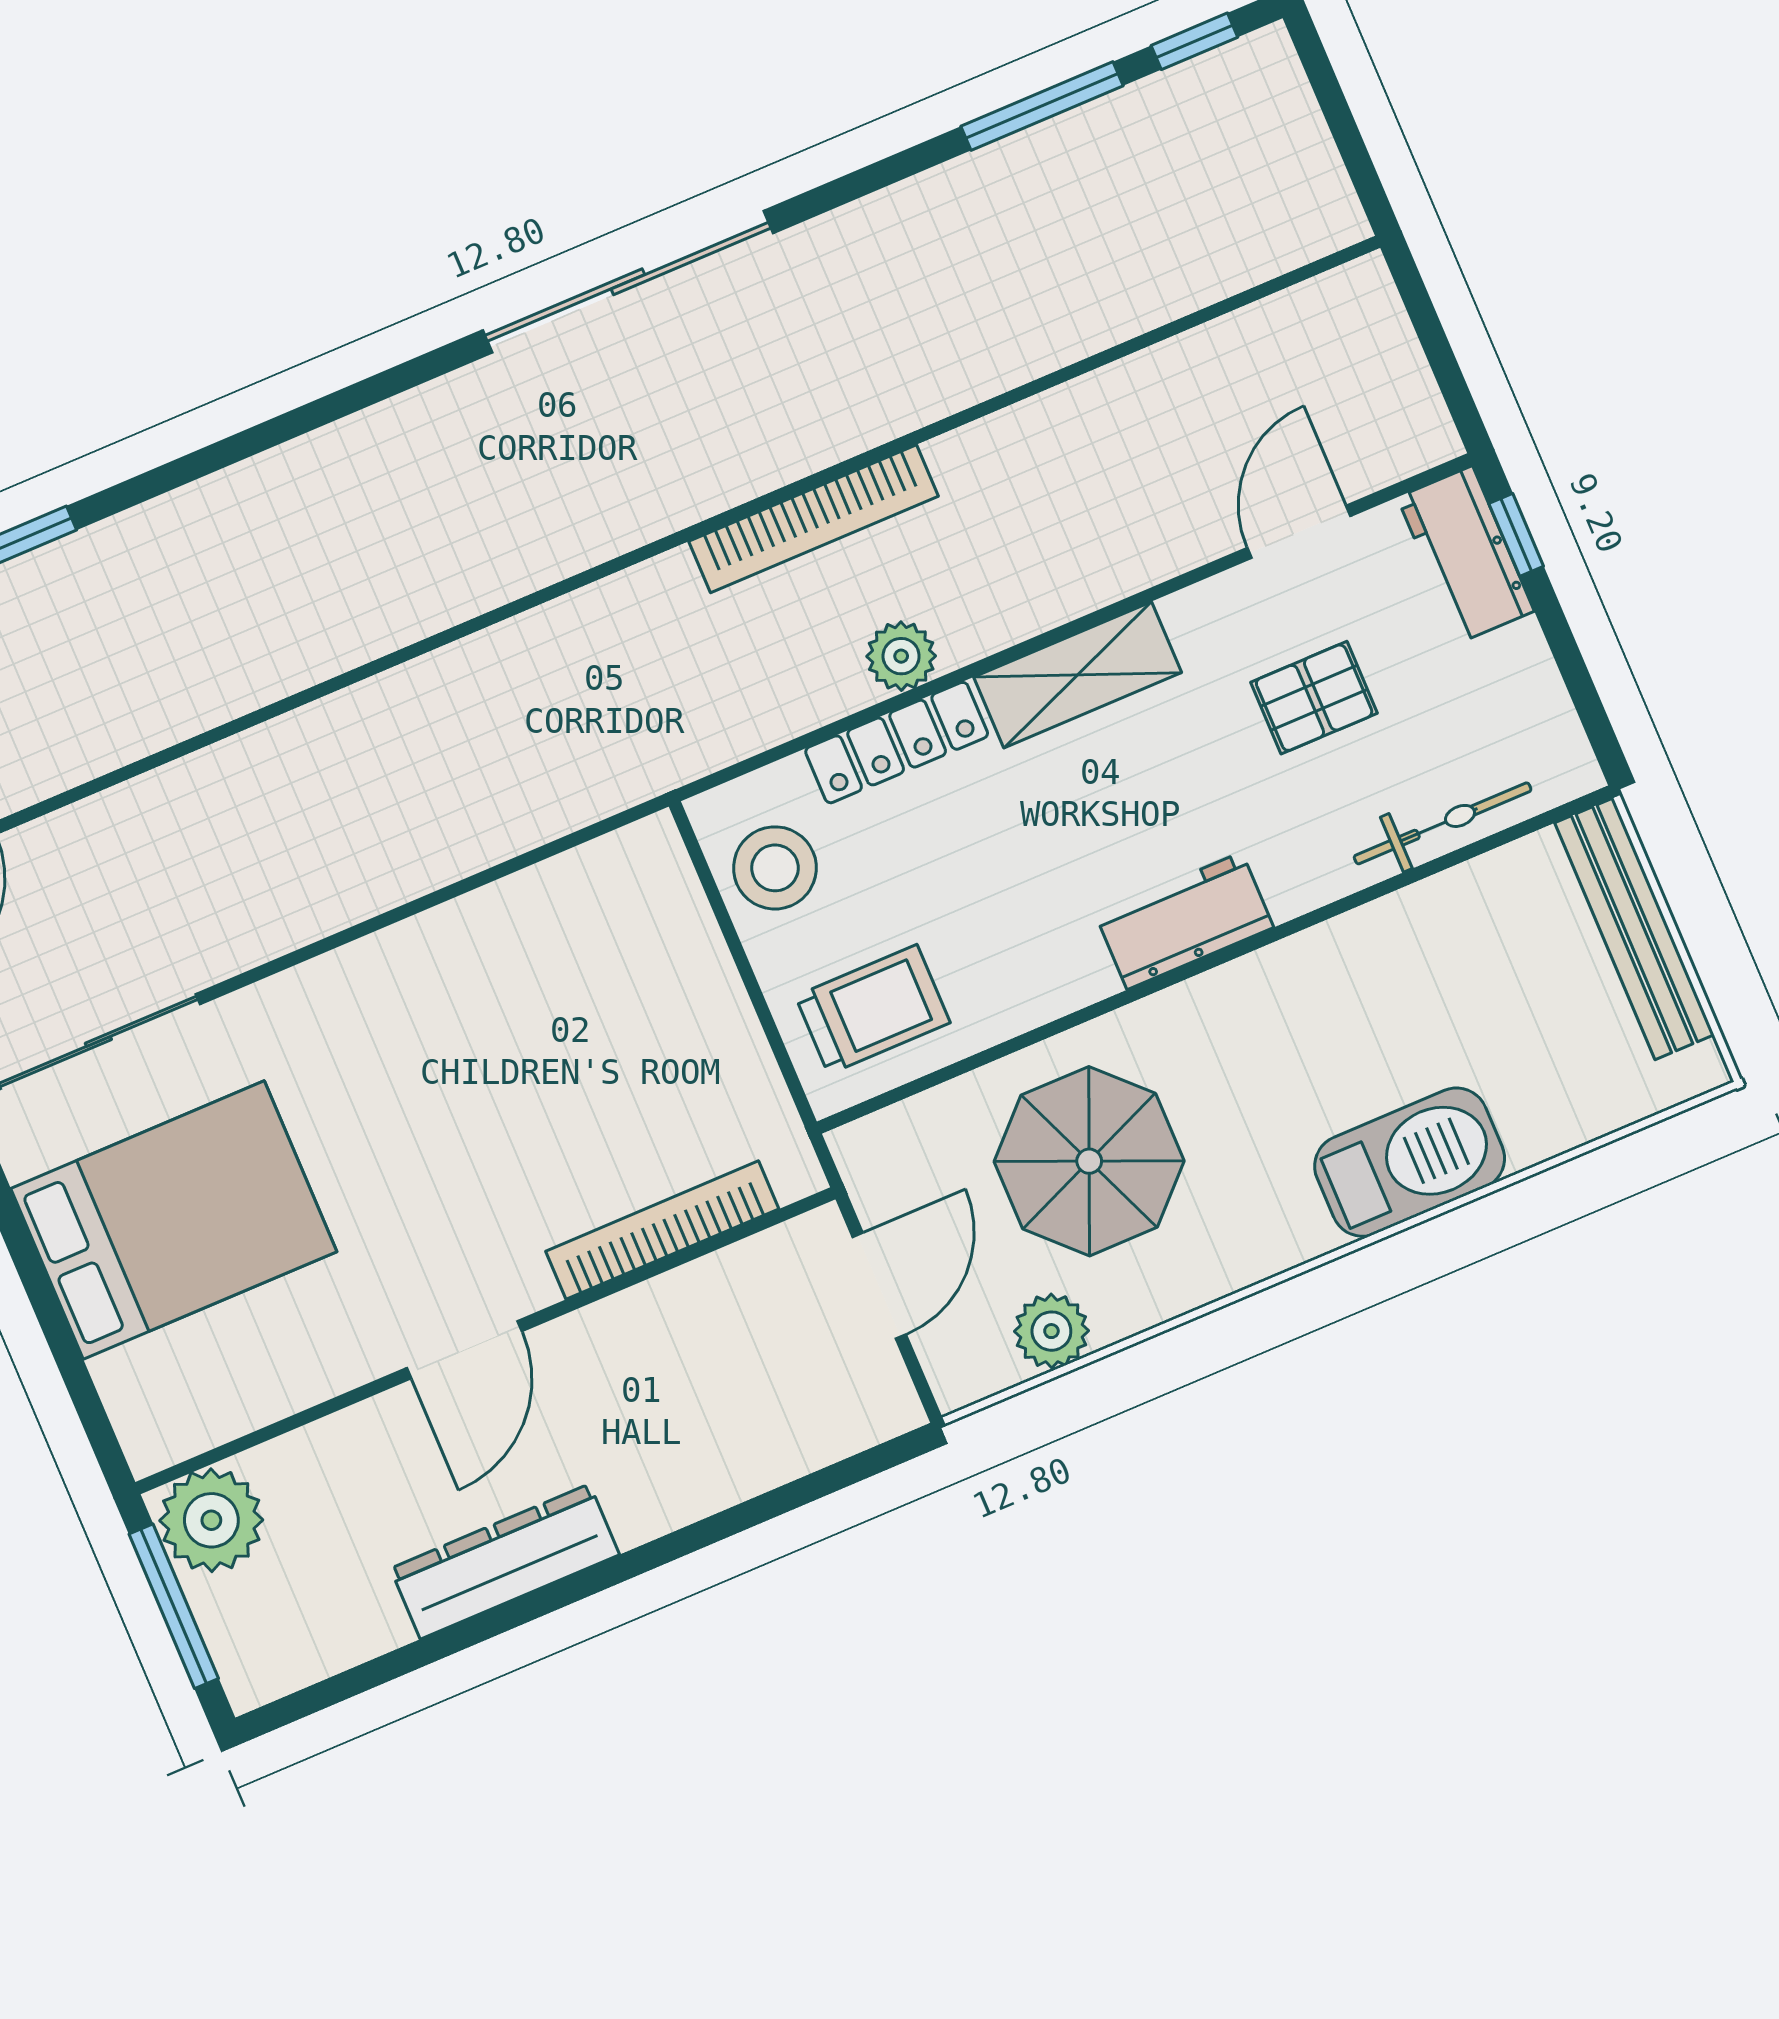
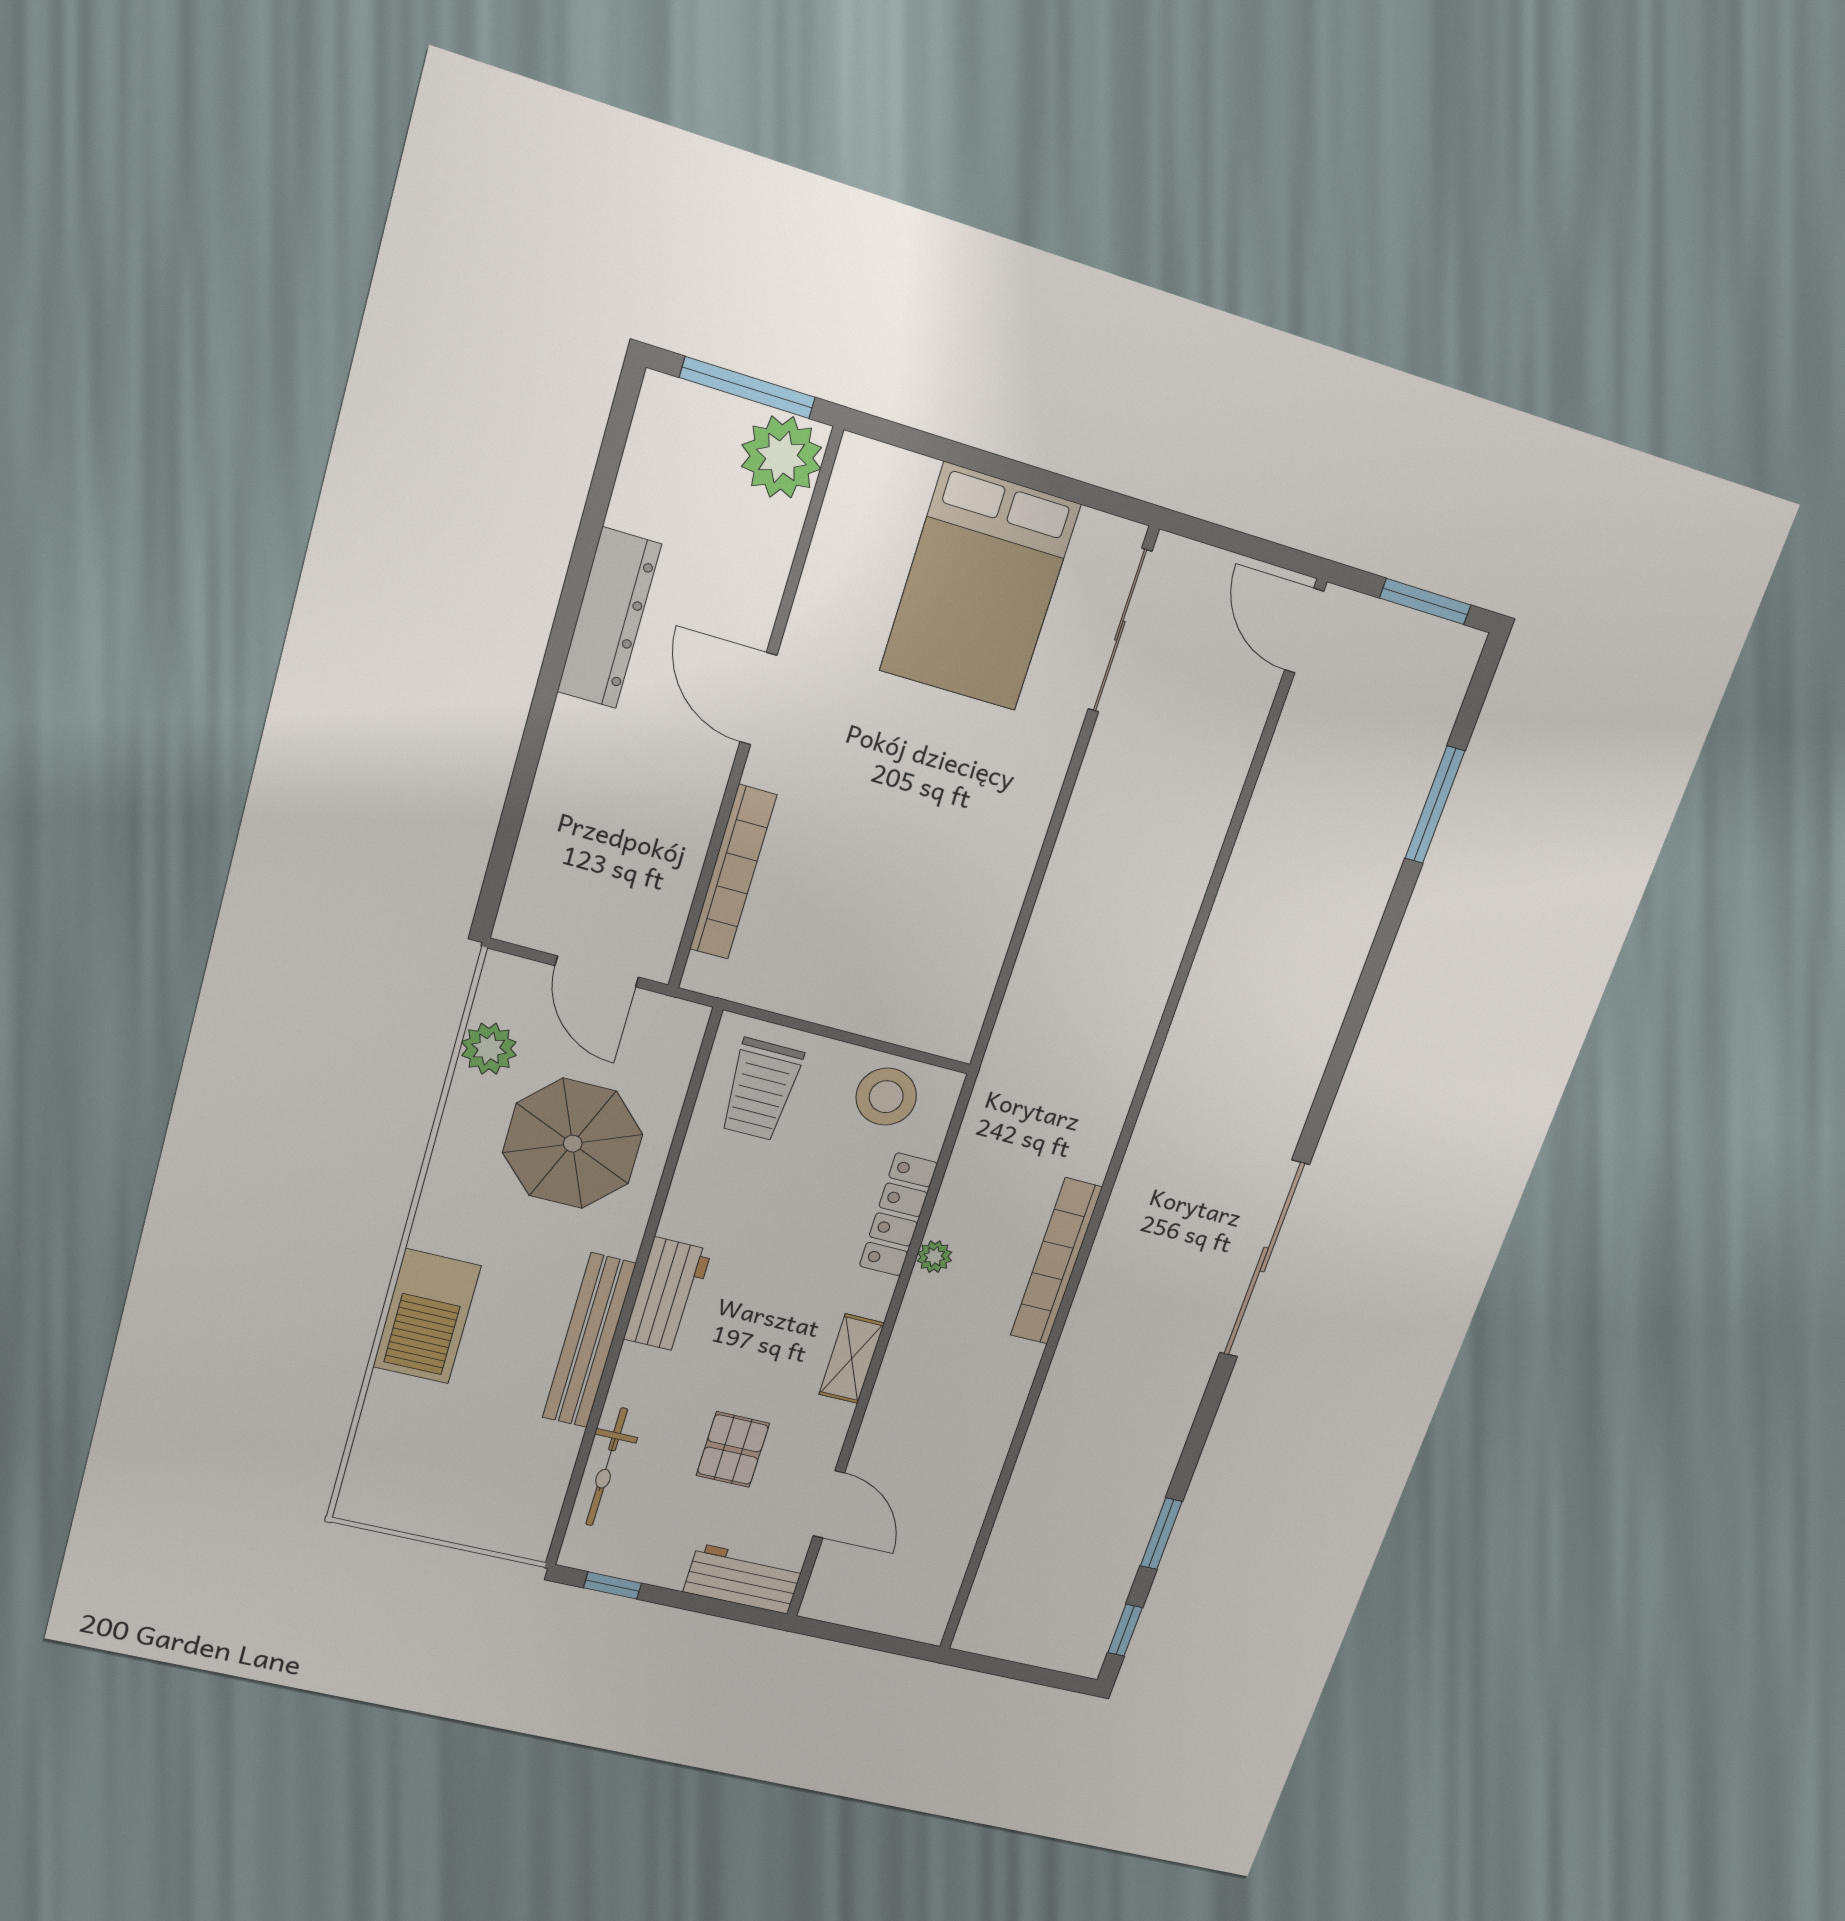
window: (1042, 106) -> (1161, 1534), width x0.69
window: (1516, 535) -> (612, 1585), moved
plant: (901, 656) -> (934, 1257), width x0.73, depth x0.73
shelving: (1078, 675) -> (852, 1359), width x0.67, depth x0.75
bench: (1634, 929) -> (589, 1341), moved, turned 90

